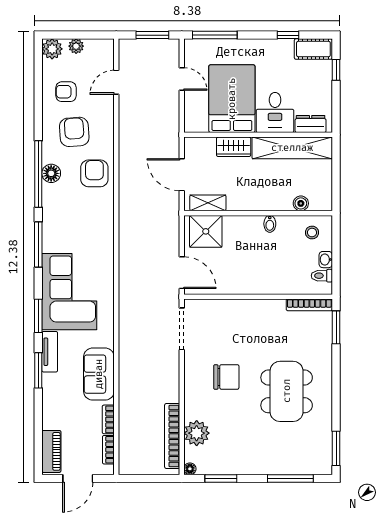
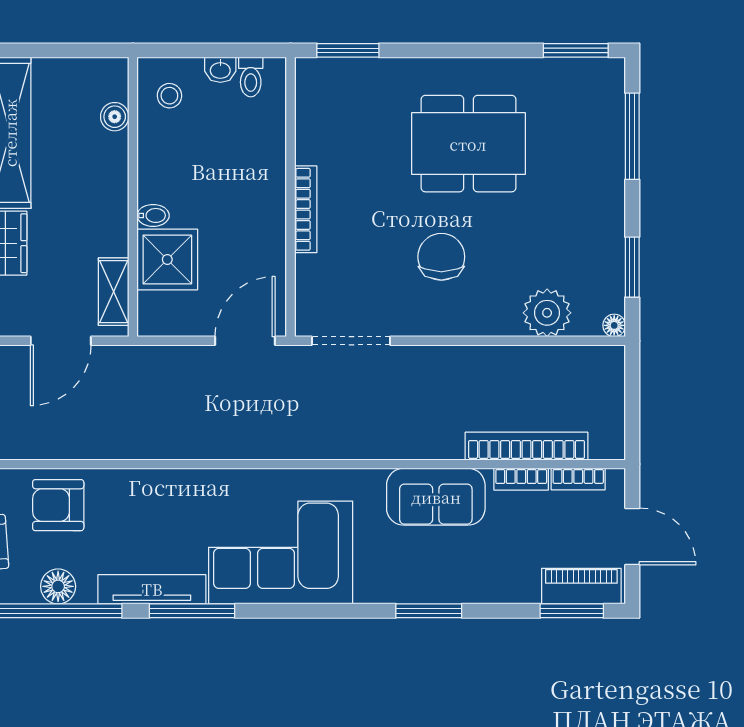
bidet: (270, 224) -> (153, 215), moved
shower: (206, 231) -> (167, 259), moved
bookcase: (309, 305) -> (306, 209), moved
window: (38, 316) -> (572, 611), moved
tv unit: (50, 352) -> (152, 589), moved, width x1.41
bookcase: (172, 436) -> (526, 446), moved, turned 180

